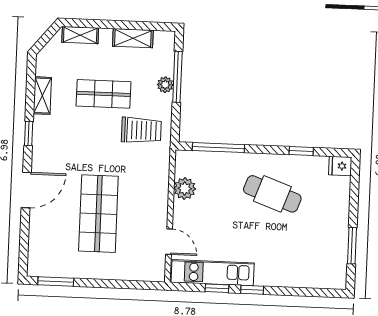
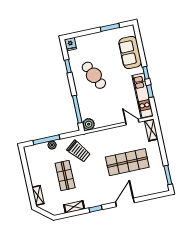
shelving: (133, 38) -> (151, 130), moved
trolley: (141, 130) -> (79, 151), turned 141
plant: (185, 189) -> (89, 124), moved
door: (26, 190) -> (125, 202), hinge flipped
cafe table: (272, 194) -> (94, 75), turned -46
door: (169, 242) -> (132, 122), hinge flipped
sofa: (297, 271) -> (130, 52), added

